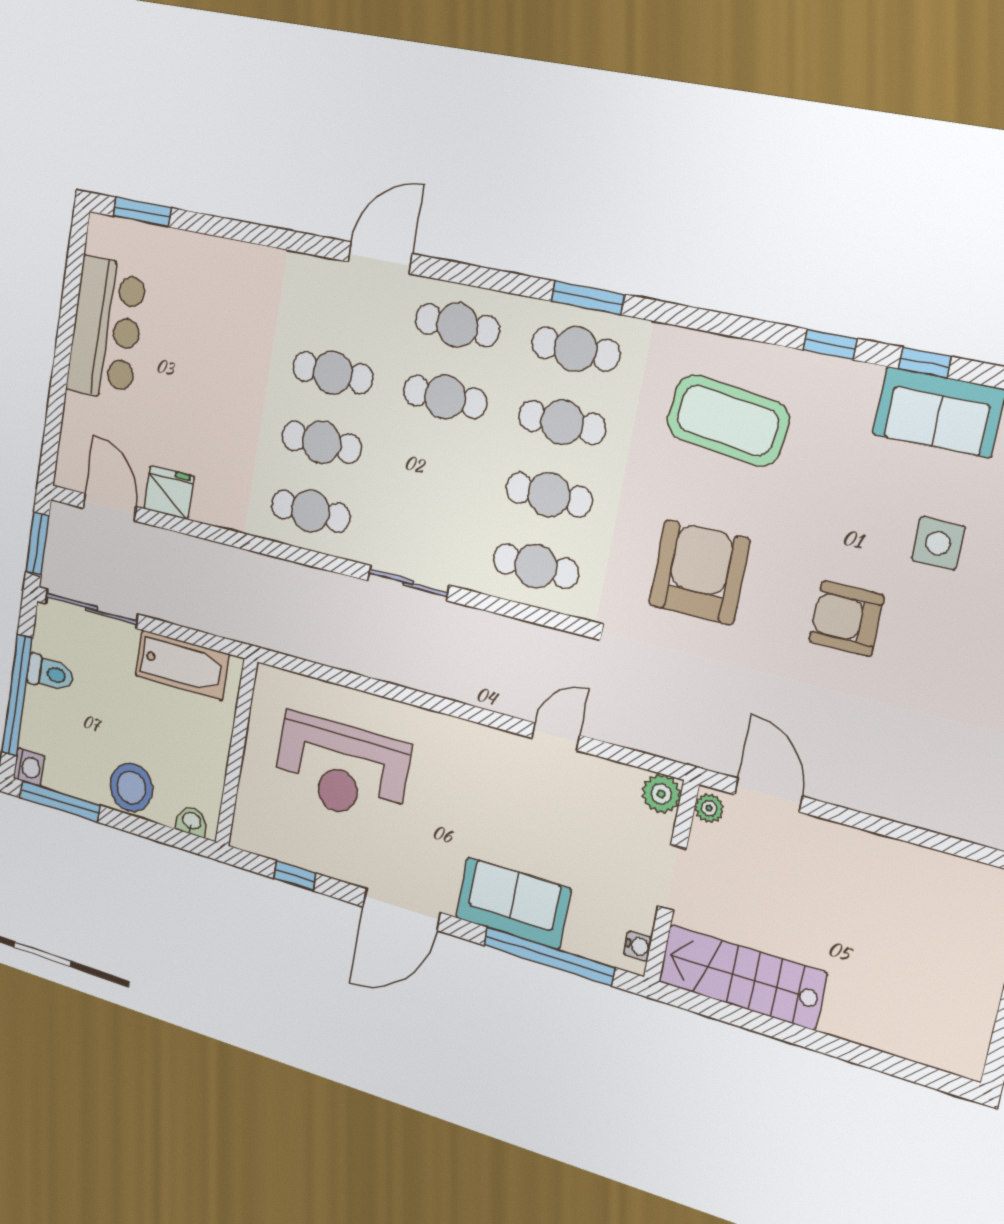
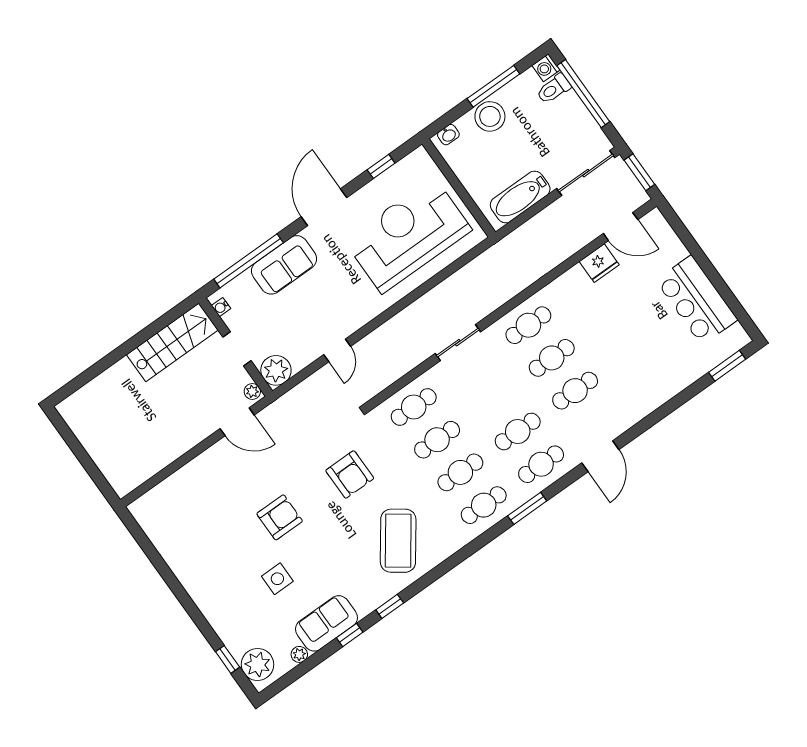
window: (588, 298) -> (527, 508), moved
coffee table: (728, 420) -> (398, 541), turned -61
armchair: (699, 572) -> (350, 474), width x0.73, depth x0.73
toilet: (50, 673) -> (554, 89), moved
reception desk: (341, 769) -> (408, 235), width x1.36, depth x1.30
plant: (661, 794) -> (276, 370), width x1.36, depth x1.36
window: (60, 801) -> (493, 86), moved

